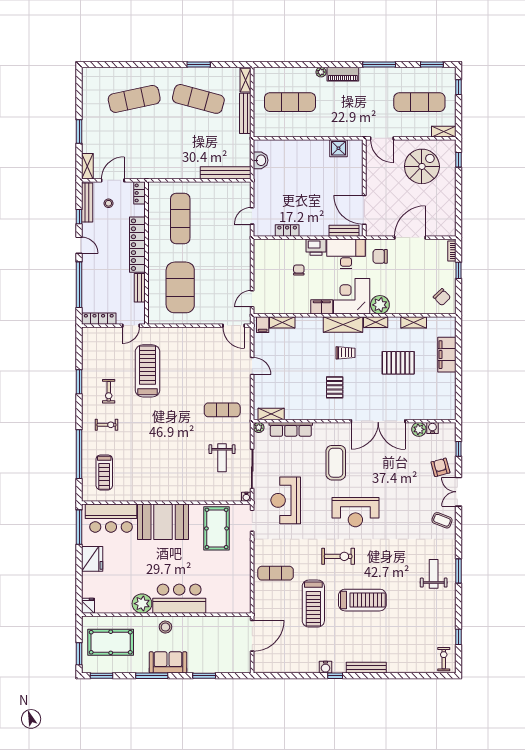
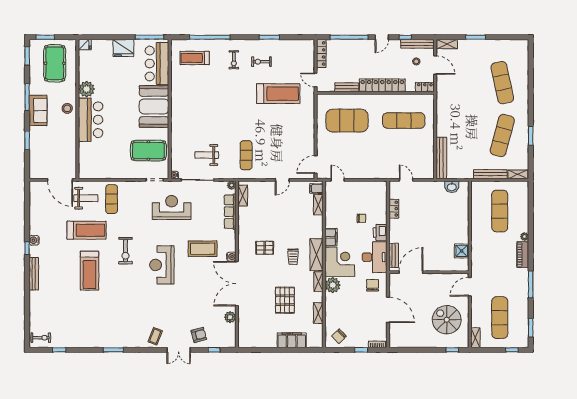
spiral stairs: (422, 166) -> (447, 320), turned 180
water cooler: (432, 428) -> (231, 257), moved
double door: (458, 492) -> (179, 350), swing flipped
weight bench: (434, 574) -> (86, 198), moved
treadmill: (313, 604) -> (87, 230), turned 180

